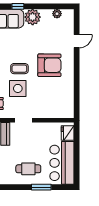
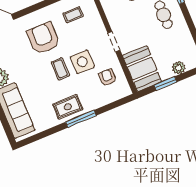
coffee table: (58, 97) -> (73, 15), added

